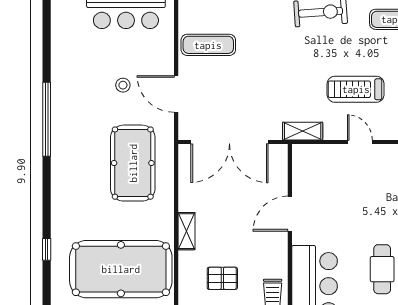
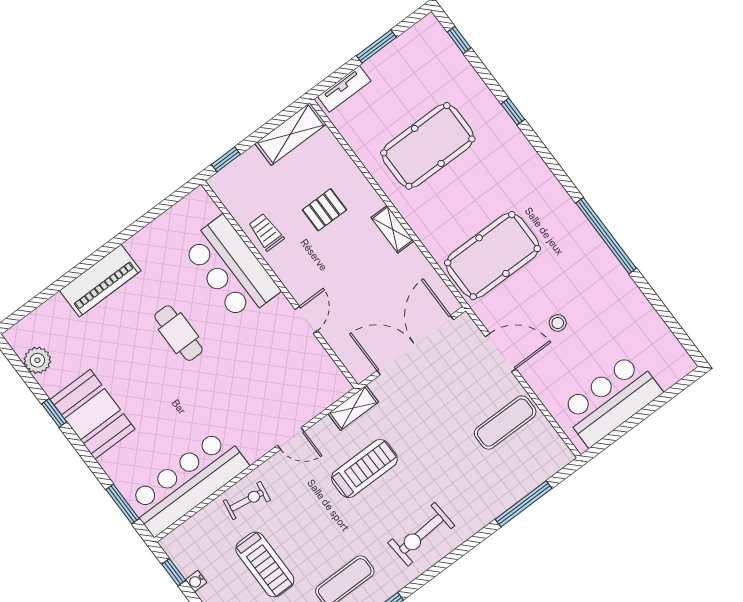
treadmill: (356, 89) -> (364, 469), moved
pool table: (133, 163) -> (493, 256), turned 90
door: (290, 214) -> (306, 320), width x0.73
pool table: (121, 269) -> (428, 146), width x0.73, depth x0.76

